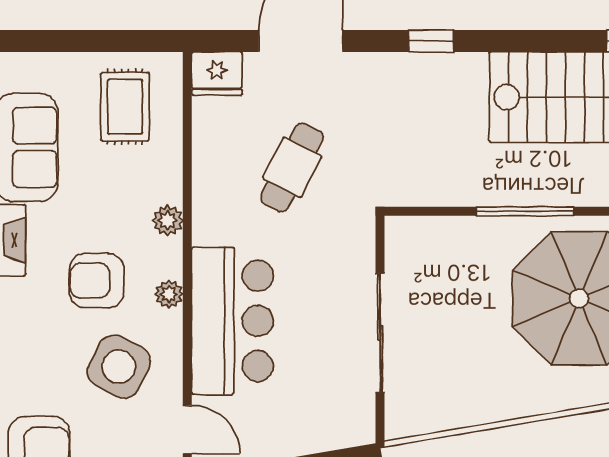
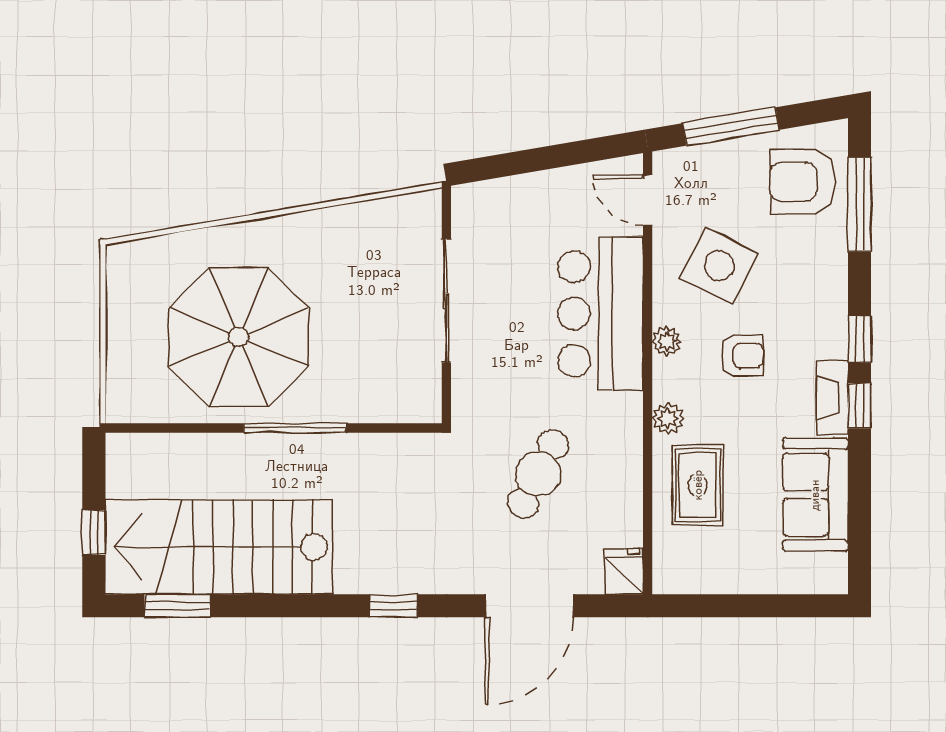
fridge: (217, 74) -> (624, 572), width x0.72
rug: (125, 107) -> (698, 485), moved
armchair: (97, 281) -> (742, 356), width x0.72, depth x0.72

